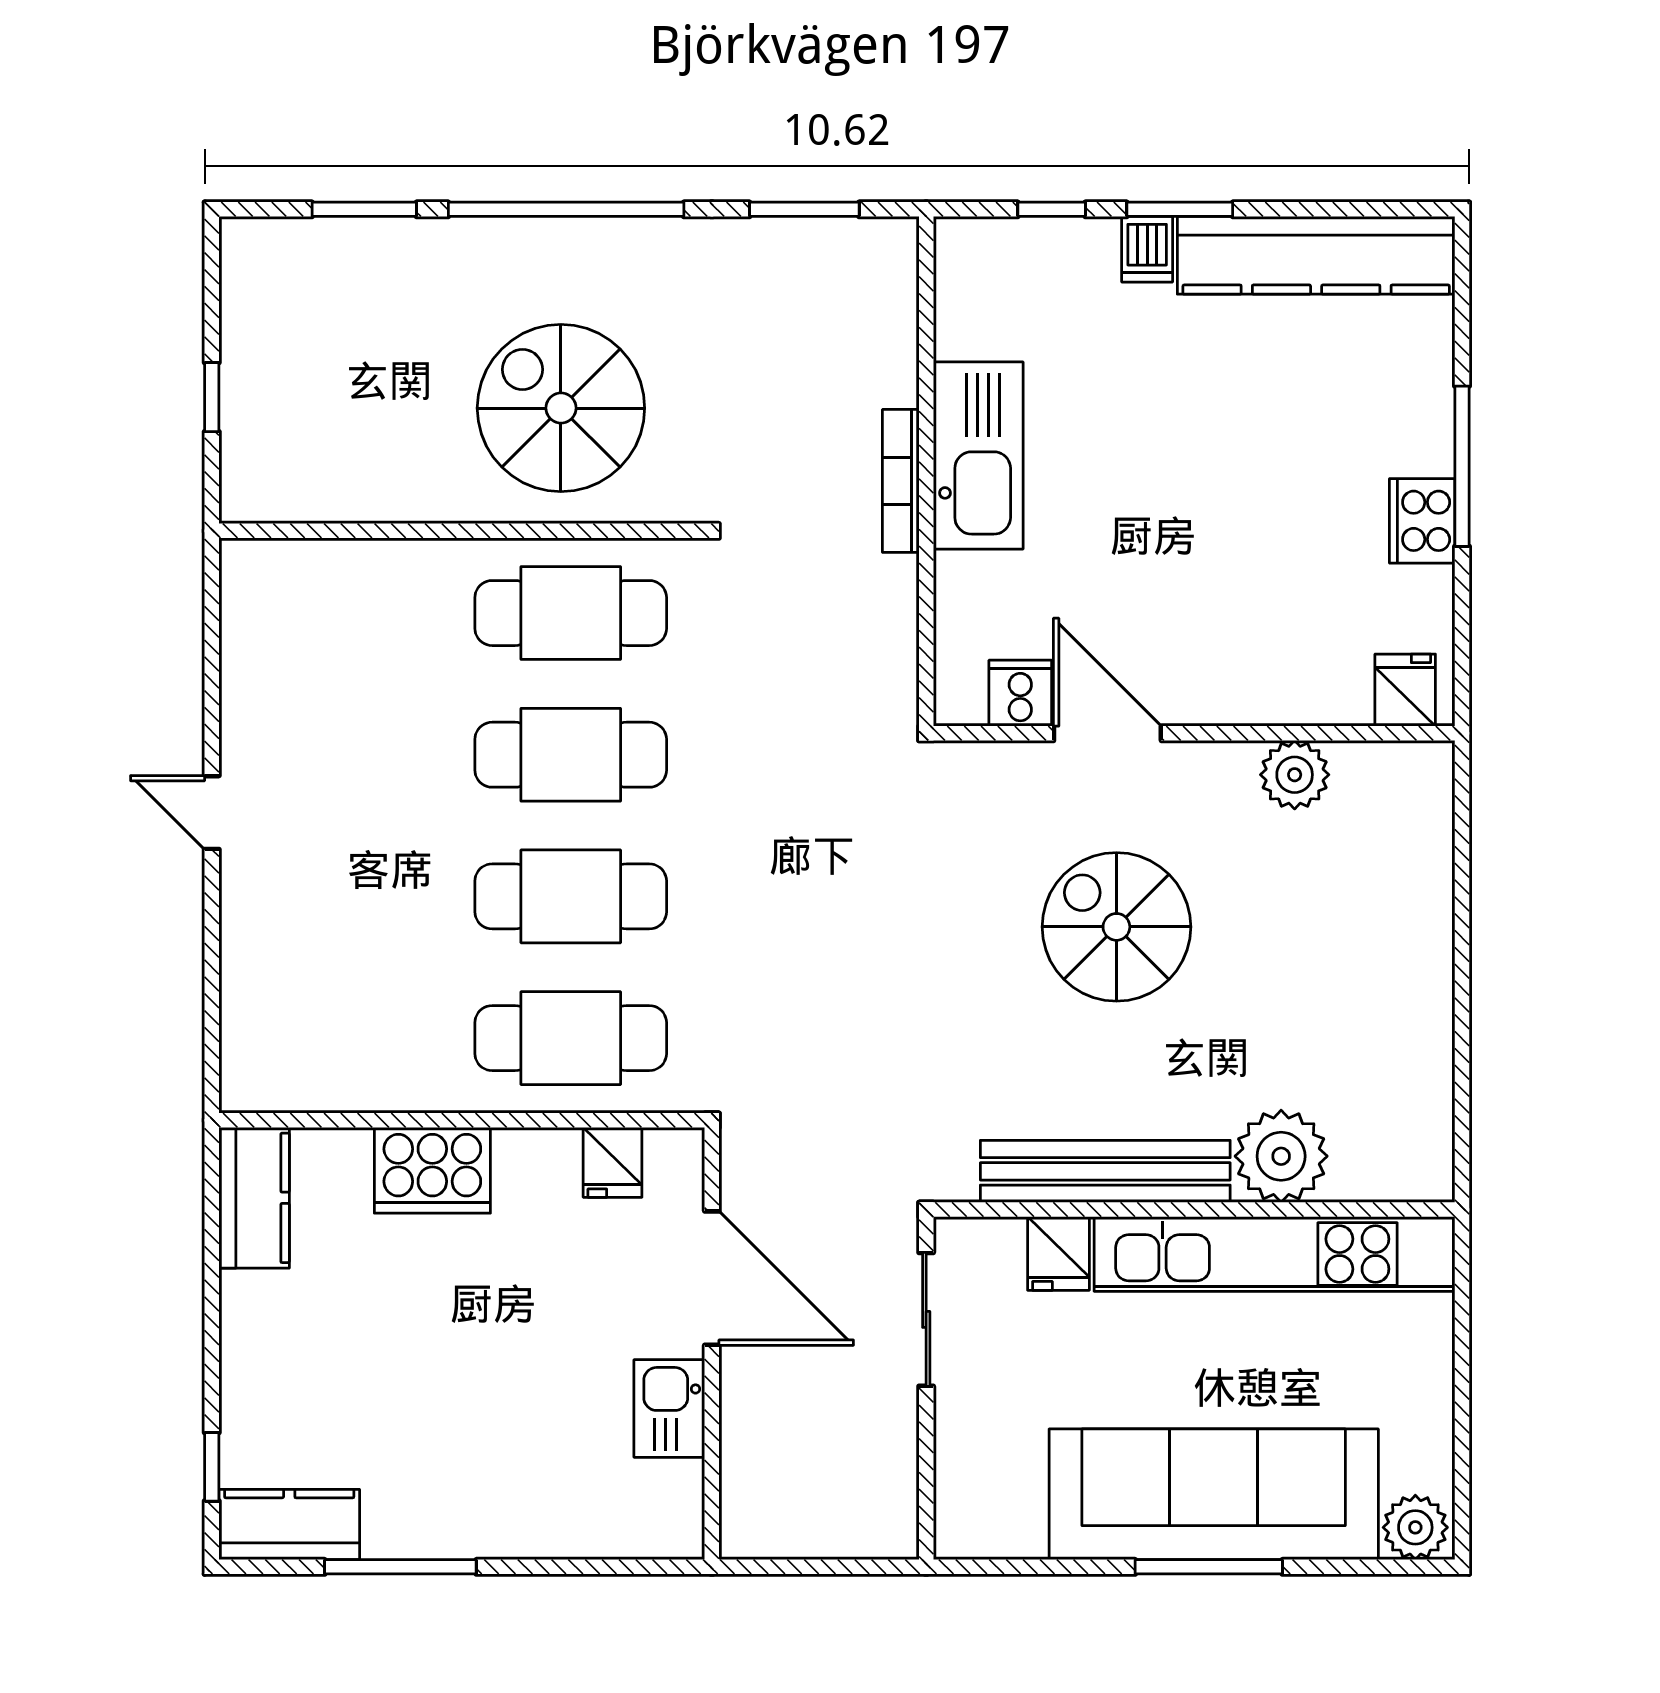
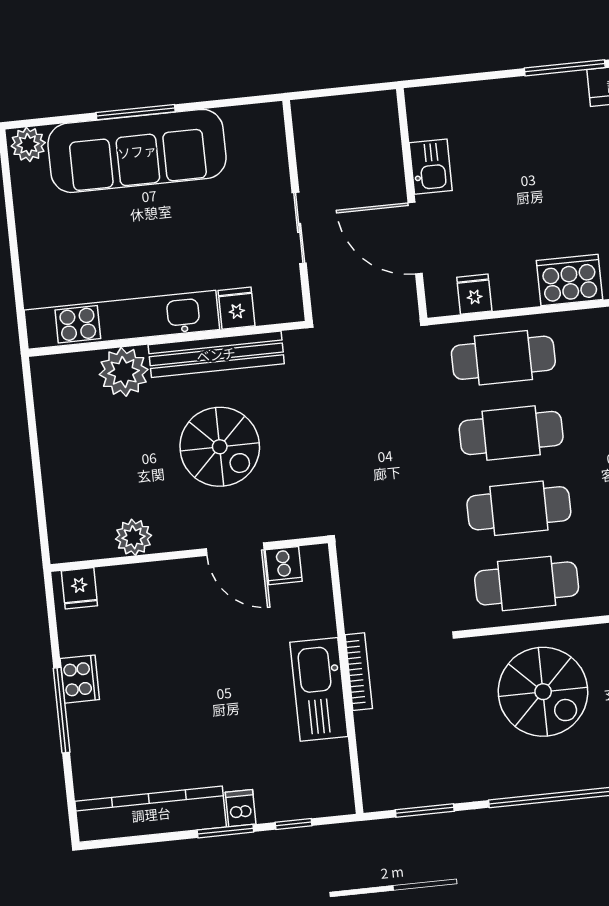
plant: (1281, 1156) -> (124, 372), moved
bench: (1105, 1171) -> (216, 354), moved
wall: (1194, 1210) -> (167, 339), moved
fridge: (1058, 1253) -> (237, 308), moved
kitchen unit: (1274, 1254) -> (122, 320), moved

